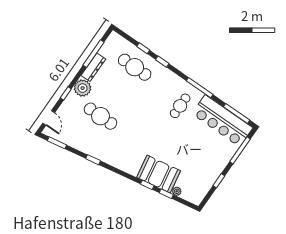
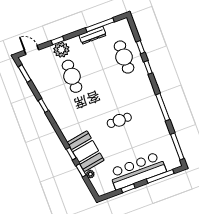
plant: (83, 88) -> (61, 50), moved
cafe table: (180, 106) -> (119, 120), moved
door: (49, 118) -> (32, 50), swing flipped
bar counter: (222, 121) -> (138, 171), moved, turned 90

